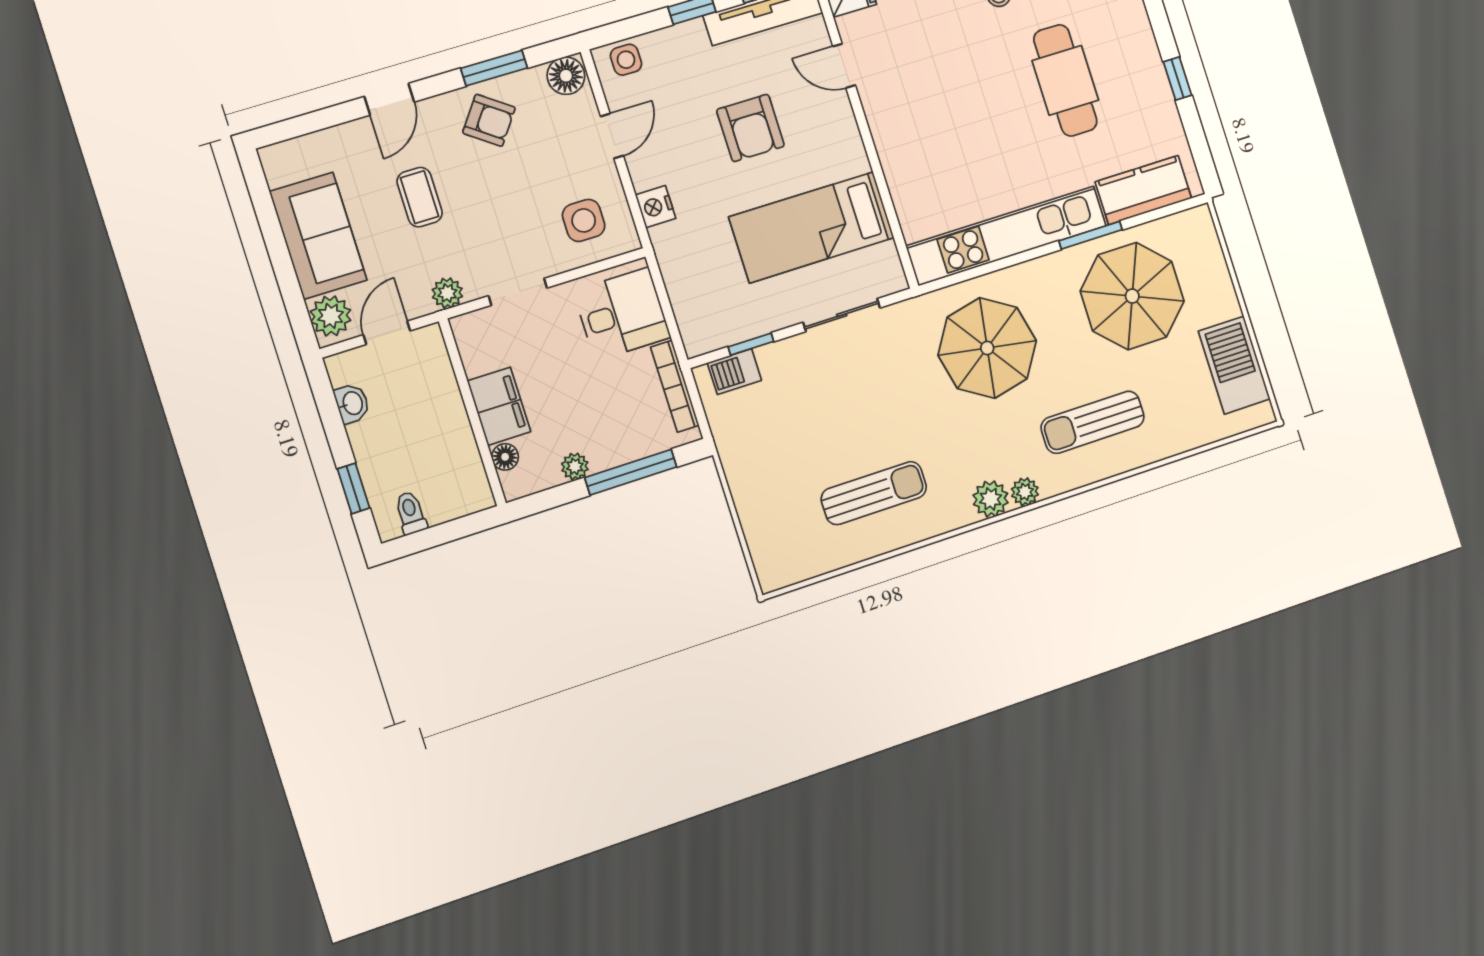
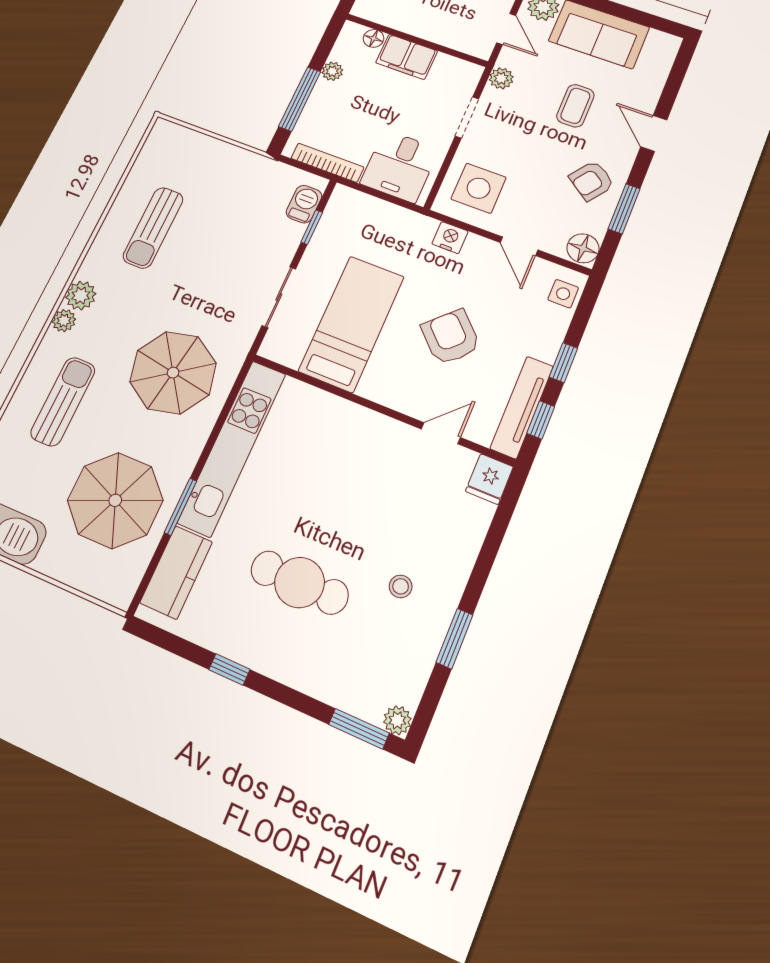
armchair: (750, 128) -> (451, 337), turned 45
coffee table: (420, 197) -> (575, 106), turned 90
side table: (584, 220) -> (479, 188), width x1.37, depth x1.37

